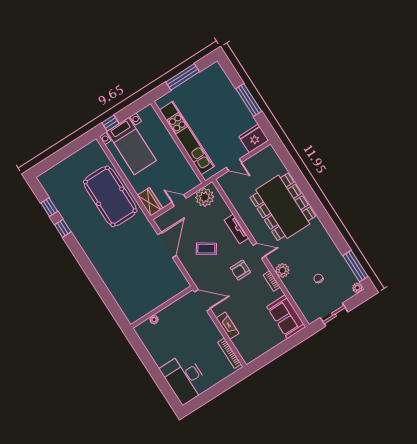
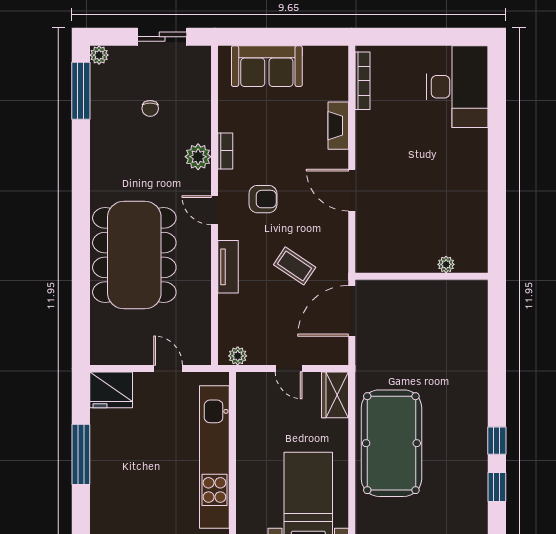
plant: (205, 197) -> (238, 356), width x0.53, depth x0.53
wall: (162, 307) -> (421, 276), moved
sofa: (286, 317) -> (267, 66), moved, turned 90
plant: (154, 320) -> (446, 264), moved

